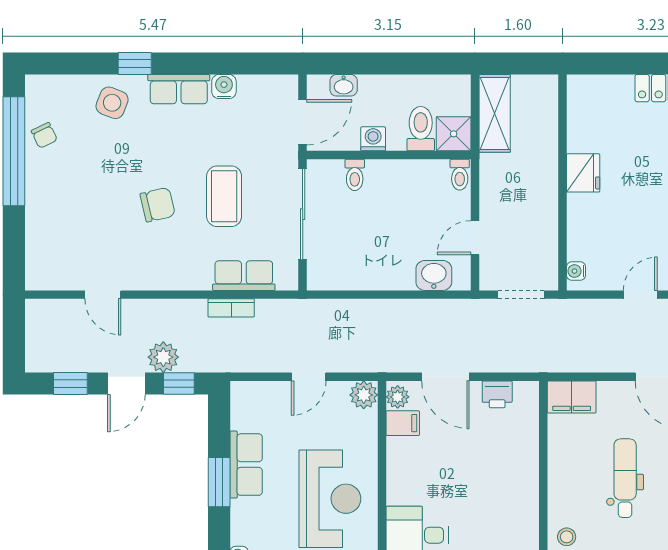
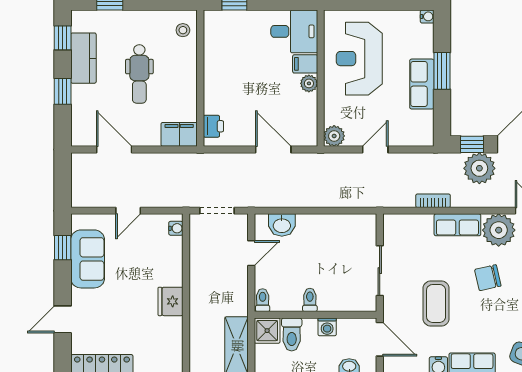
door: (303, 122) -> (380, 339), swing flipped
toilet: (355, 175) -> (310, 300), moved
coffee table: (224, 196) -> (436, 303), moved
sliding door: (303, 214) -> (380, 271), width x0.73
plant: (143, 269) -> (499, 230), added
row of seats: (244, 276) -> (457, 225), moved
plant: (163, 357) -> (479, 168), width x1.36, depth x1.36
printer: (497, 394) -> (213, 126), moved, turned 90
plant: (398, 397) -> (309, 83), moved
filing cabinet: (403, 423) -> (305, 64), moved

